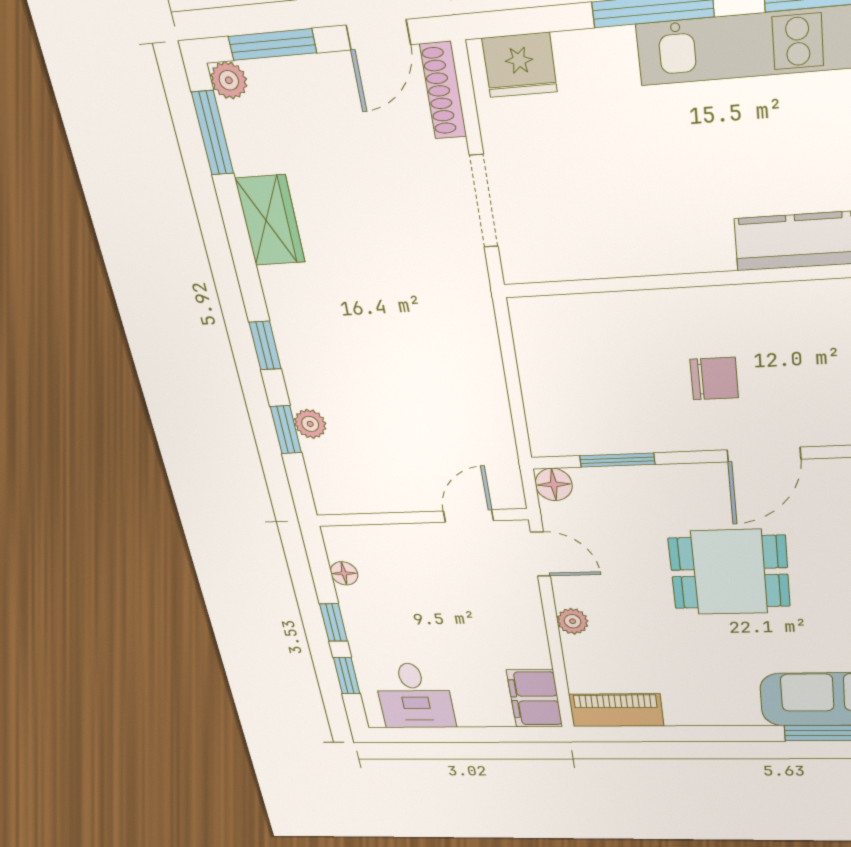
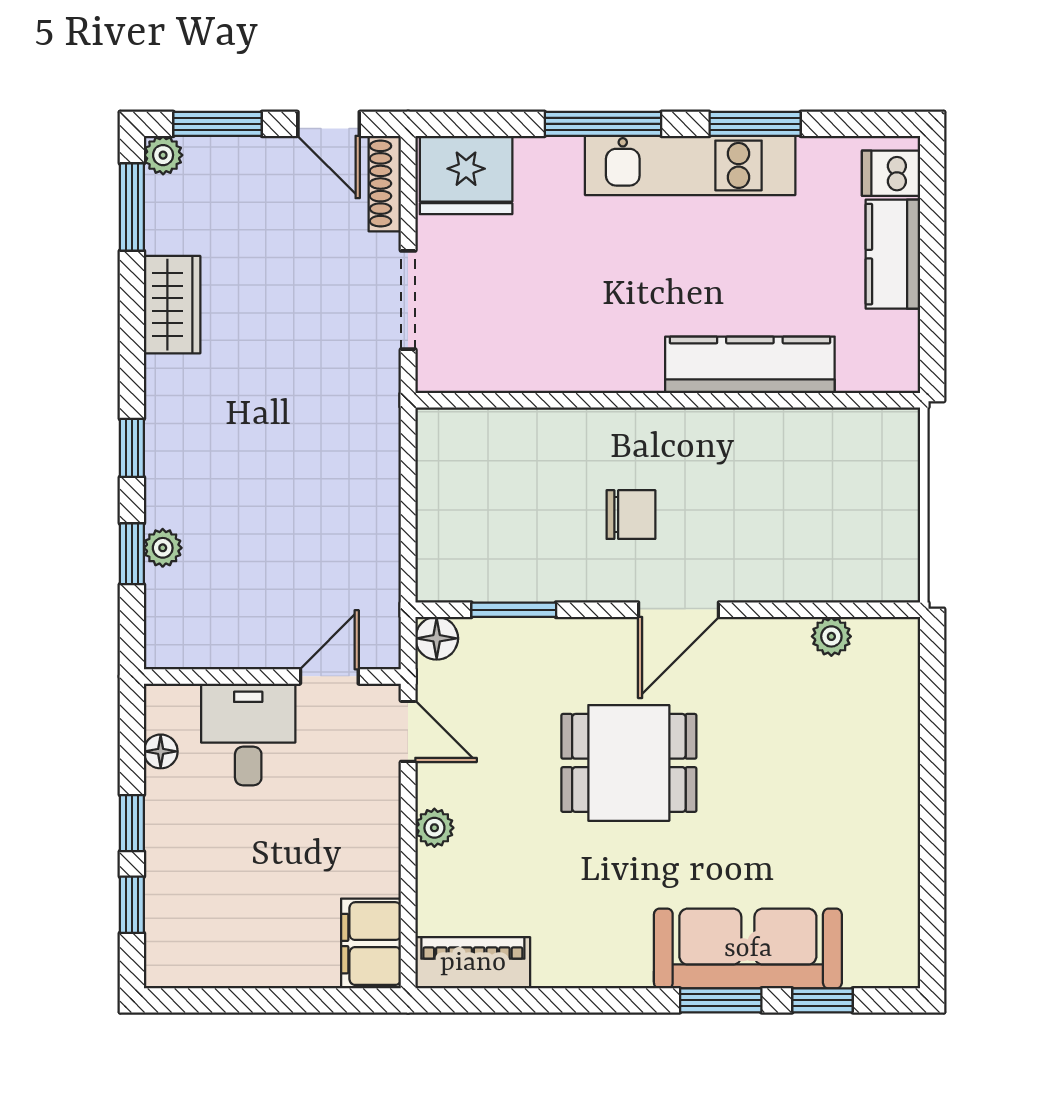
door: (378, 35) -> (329, 124), hinge flipped
fridge: (520, 65) -> (466, 175), width x1.36, depth x1.34
desk: (414, 696) -> (248, 734), moved, turned 180

